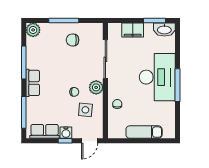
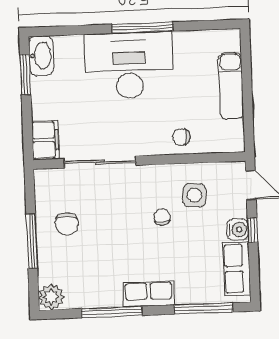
filing cabinet: (133, 30) -> (45, 140), moved
plant: (96, 87) -> (152, 177), removed

